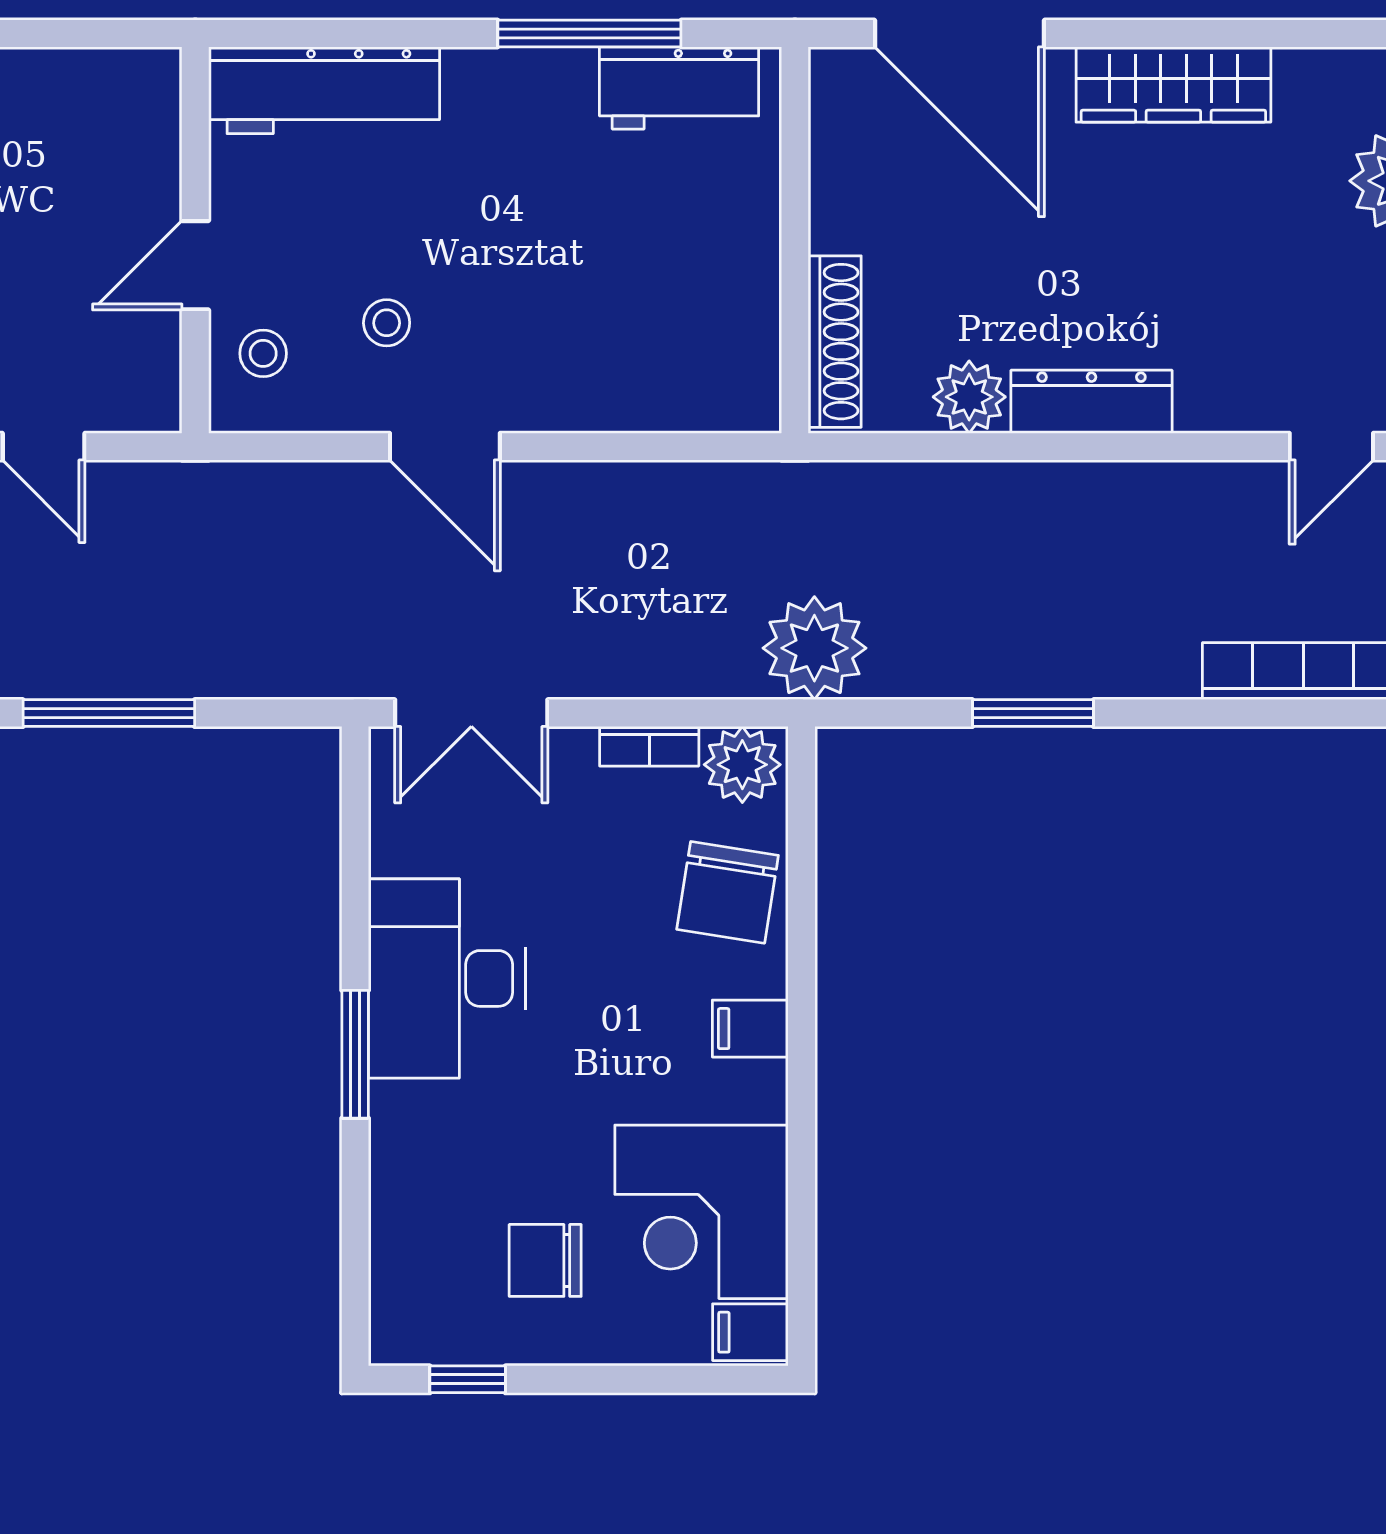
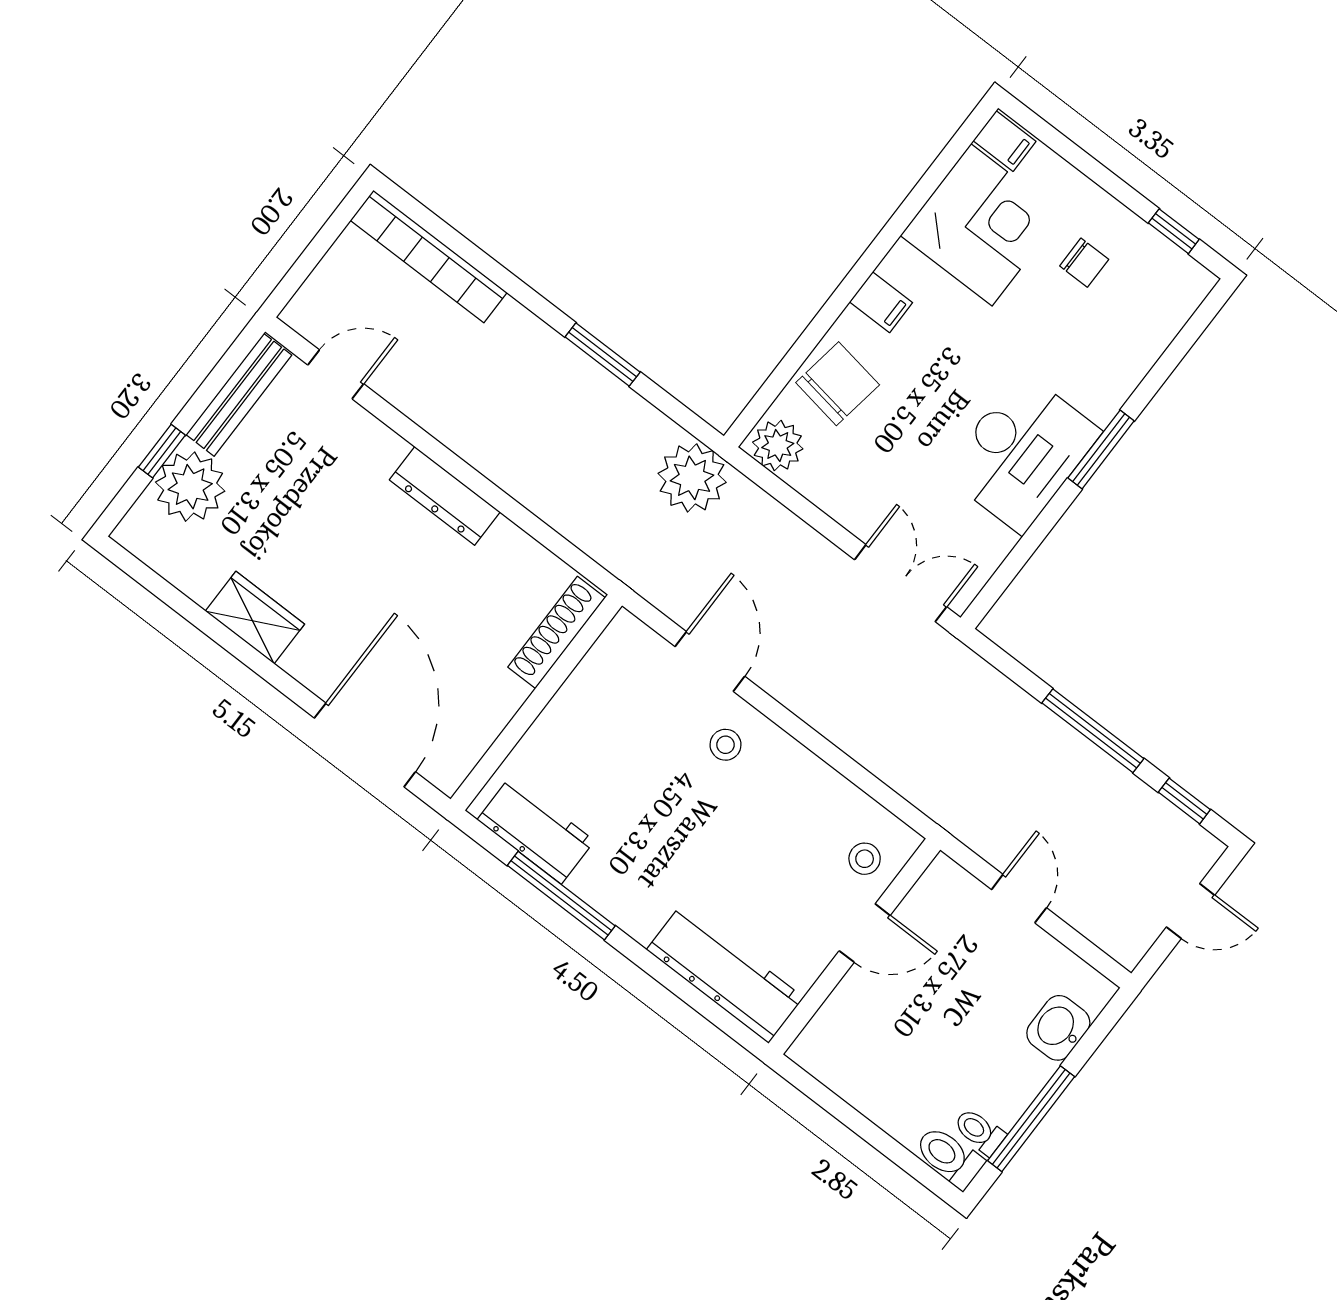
wardrobe: (1173, 85) -> (255, 618), width x0.67
stool: (387, 323) -> (725, 745), moved
plant: (969, 397) -> (508, 548), removed
door: (445, 447) -> (710, 661), moved
bookcase: (649, 746) -> (820, 493), removed
chair: (545, 1260) -> (1084, 263), width x0.73, depth x0.73

